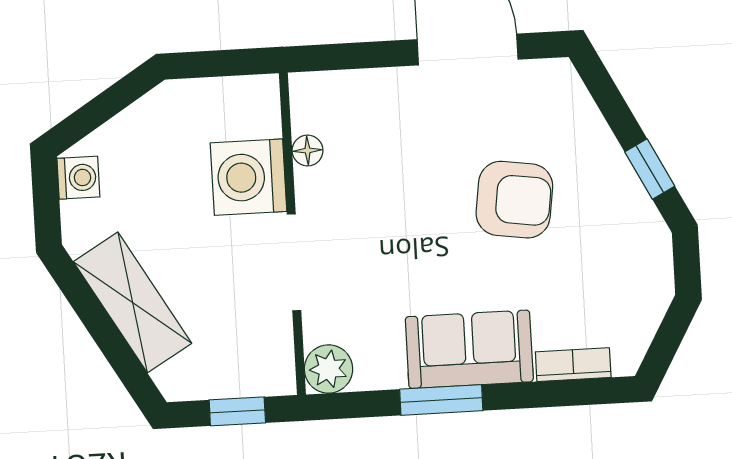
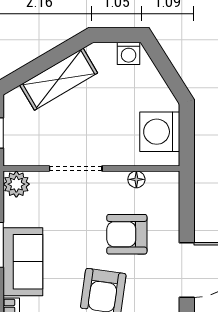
armchair: (408, 162) -> (127, 234), added
washing machine: (248, 177) -> (160, 132), moved, turned -90

